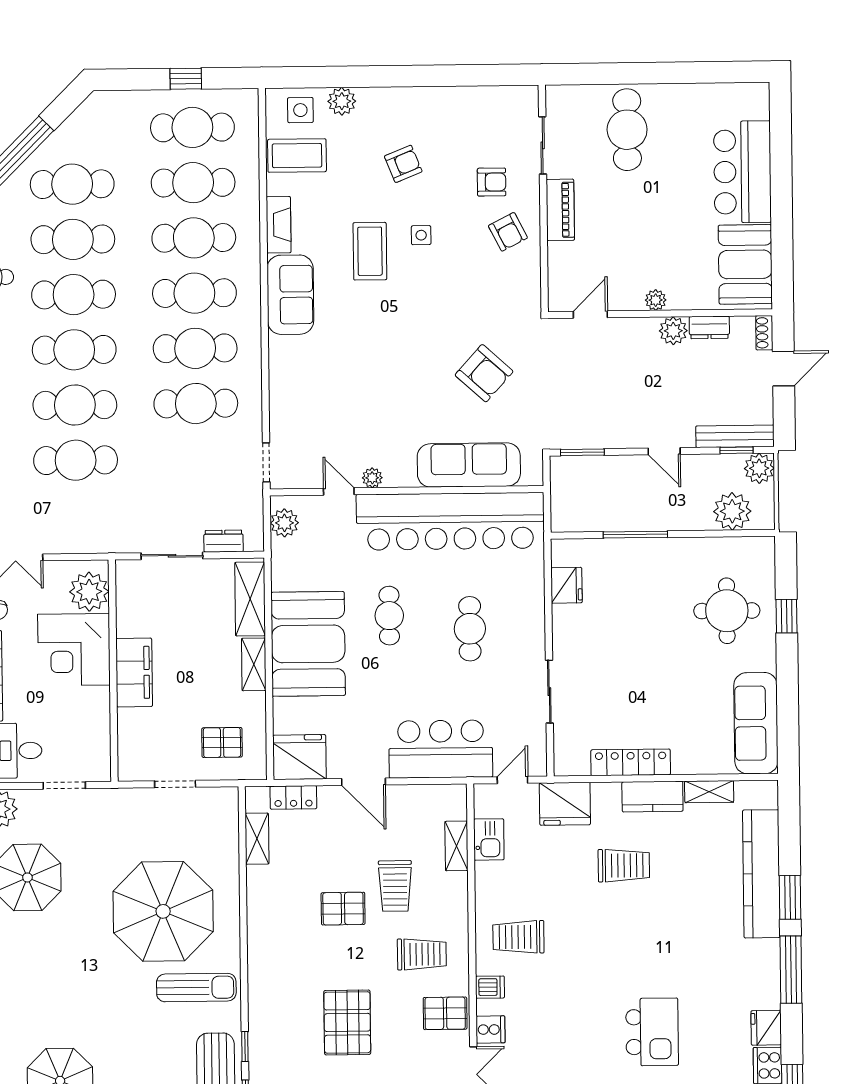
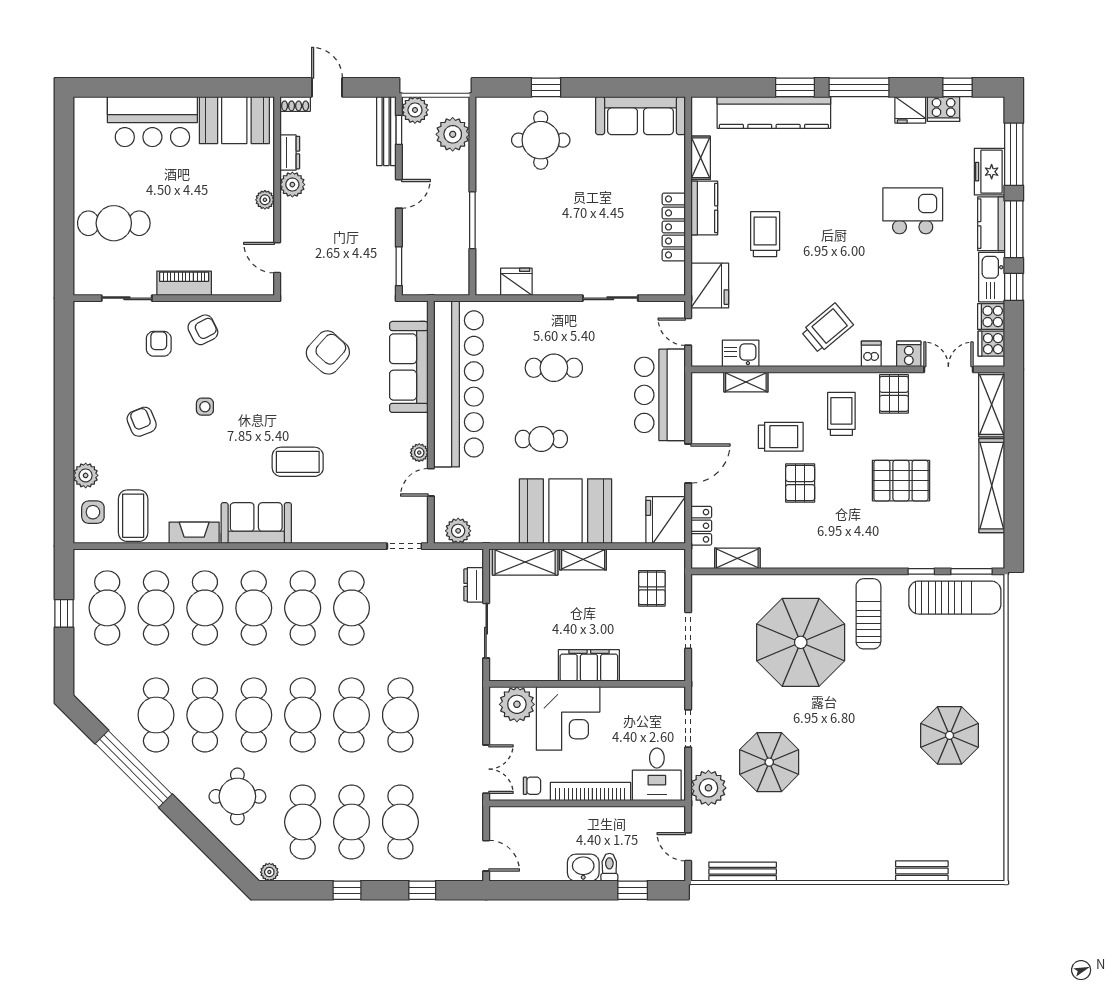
coffee table: (370, 251) -> (298, 462), moved
trolley: (518, 937) -> (827, 328), turned -130

